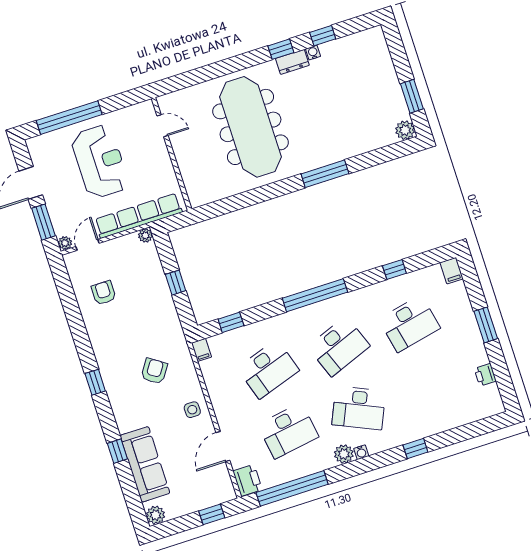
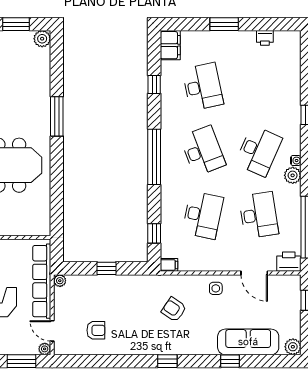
filing cabinet: (452, 271) -> (170, 45), width x2.00
armchair: (104, 293) -> (96, 330), turned 180
desk: (268, 369) -> (203, 215), turned 30

